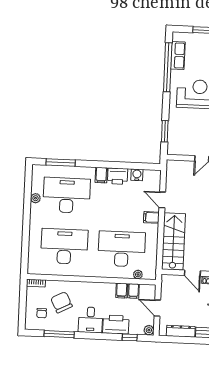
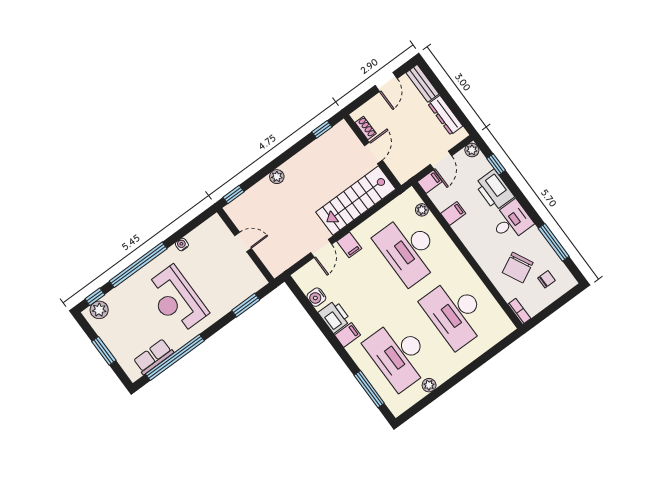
filing cabinet: (134, 291) -> (430, 182), moved

